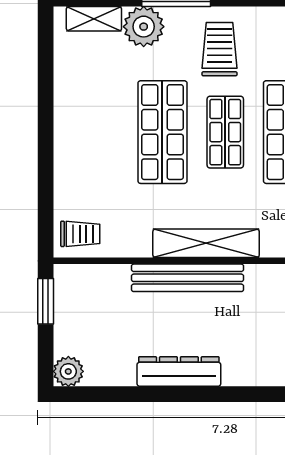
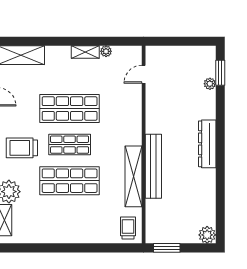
shelving: (206, 243) -> (133, 176), moved
dresser: (179, 372) -> (207, 144), moved

